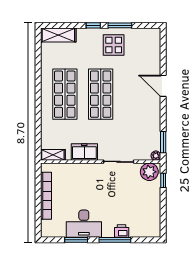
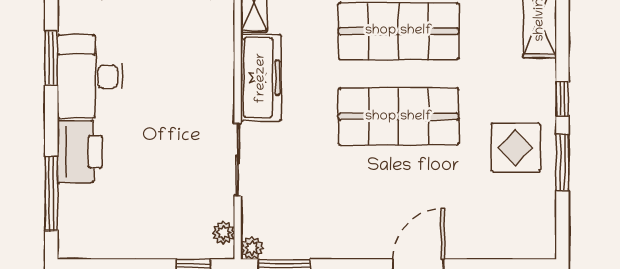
freezer: (84, 152) -> (261, 78), width x1.40
plant: (149, 172) -> (223, 233), width x0.53, depth x0.53
printer: (122, 231) -> (80, 152), width x1.87, depth x1.48
window: (115, 240) -> (51, 194), moved

